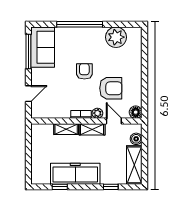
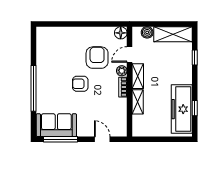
plant: (116, 37) -> (46, 52), removed
freezer: (75, 174) -> (182, 109), moved

